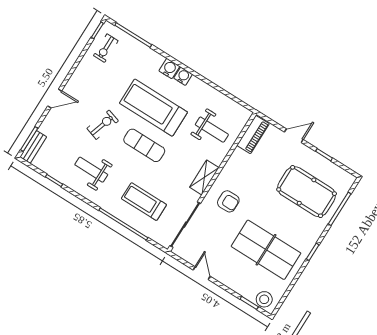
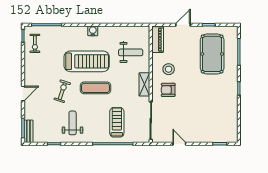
water cooler: (169, 69) -> (81, 31), removed
treadmill: (153, 108) -> (87, 61), turned 180
weight bench: (91, 170) -> (73, 123), turned 90
pool table: (307, 192) -> (212, 54), turned 90
armchair: (228, 201) -> (168, 90), turned 180
treadmill: (144, 202) -> (117, 122), turned 90
table tennis table: (266, 250) -> (210, 105), removed
stool: (264, 299) -> (169, 69), moved

